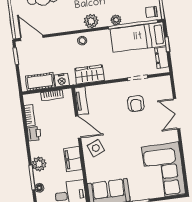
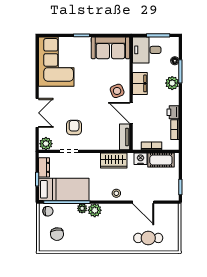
plant: (91, 21) -> (95, 210), moved
door: (32, 38) -> (143, 202), moved
plant: (163, 83) -> (46, 144), added

